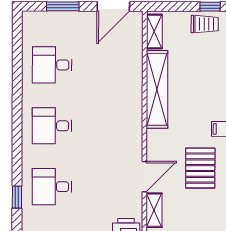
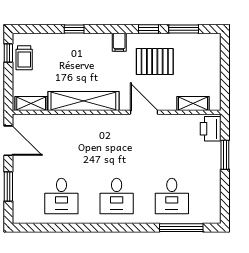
trolley: (205, 24) -> (24, 58), turned 180
door: (144, 177) -> (144, 112), moved
window: (17, 197) -> (181, 228), width x2.17

